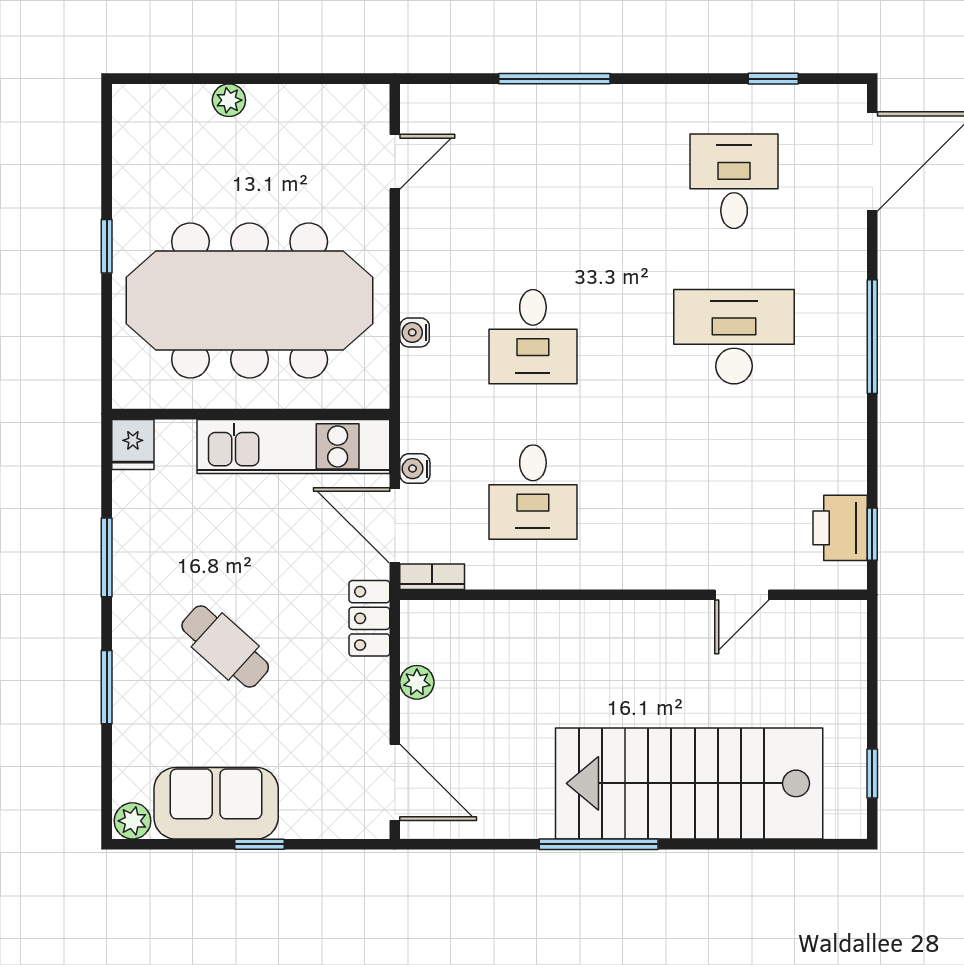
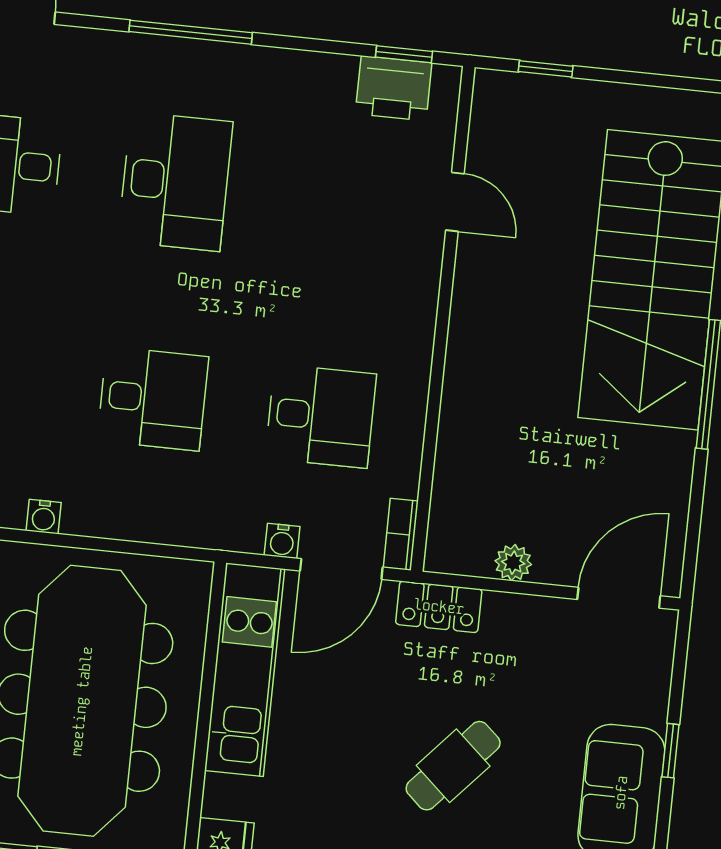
water cooler: (415, 332) -> (44, 517), moved
desk: (734, 337) -> (175, 181), turned 180
window: (872, 774) -> (546, 69), moved

